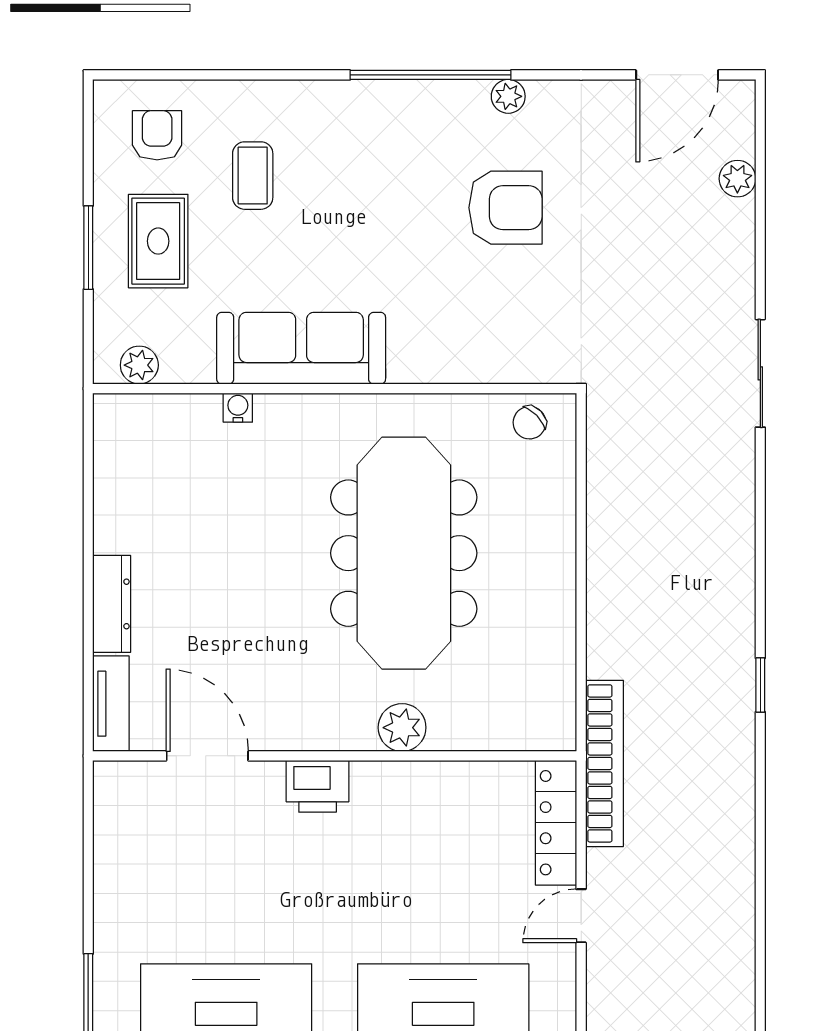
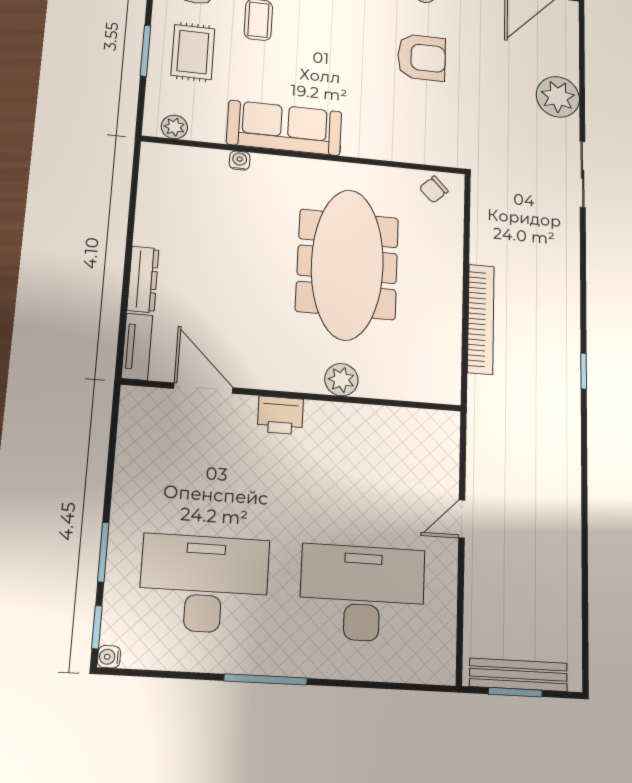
plant: (737, 179) -> (558, 97), moved, width x1.88, depth x1.88
bookcase: (604, 763) -> (481, 319), moved
locker: (556, 823) -> (446, 453), removed

